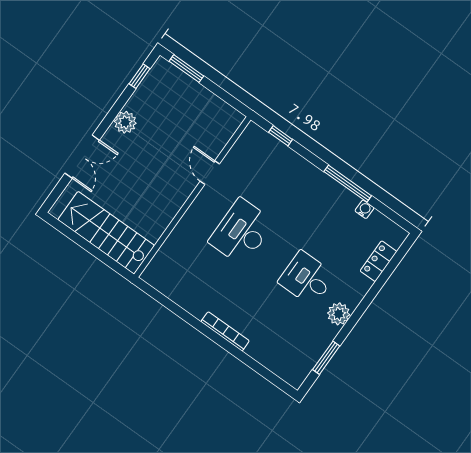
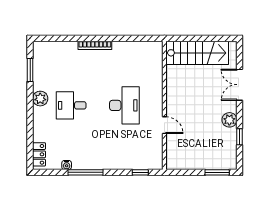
window: (140, 76) -> (239, 137), moved
locker: (378, 261) -> (39, 154), moved
desk: (307, 279) -> (71, 105), turned 180

